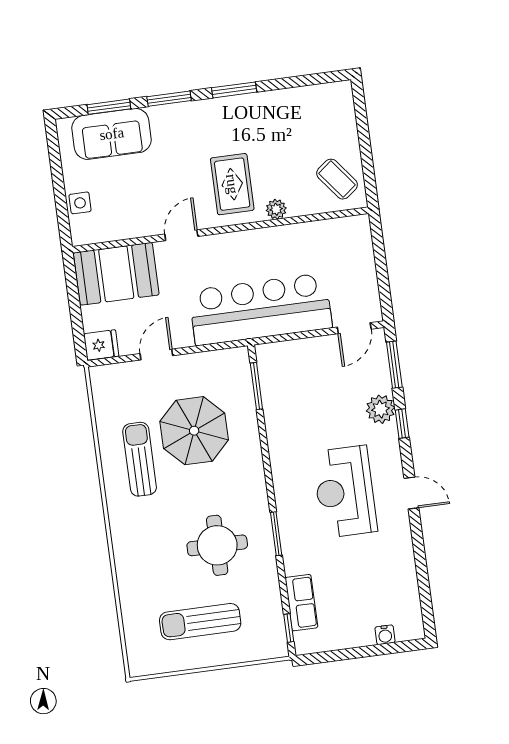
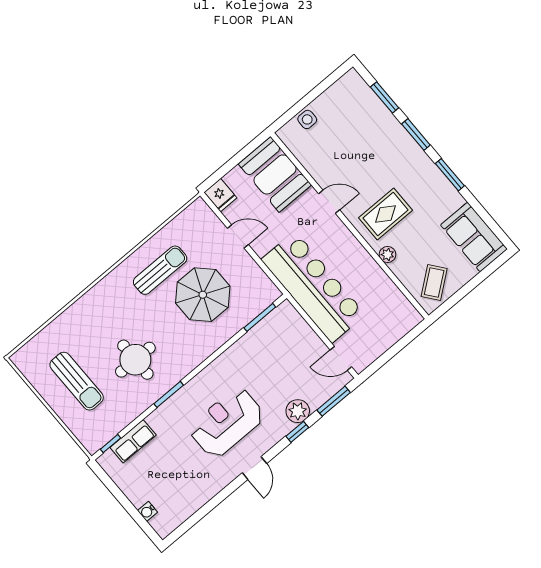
sofa: (112, 134) -> (474, 237), moved
sun lounger: (200, 622) -> (77, 381), turned 180

